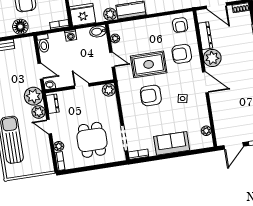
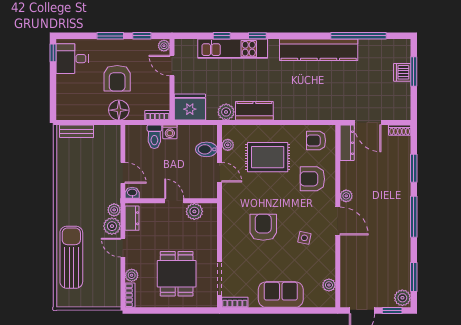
armchair: (180, 25) -> (316, 141), turned 90
floor lamp: (20, 27) -> (119, 110), moved
bidet: (98, 31) -> (206, 149), moved
dresser: (205, 36) -> (347, 143), moved
toilet: (43, 43) -> (154, 137), moved
plant: (212, 58) -> (346, 196), width x0.53, depth x0.53
rug: (149, 64) -> (268, 157), moved
plant: (109, 90) -> (194, 211), moved
armchair: (151, 95) -> (263, 227), turned 90
plant: (33, 96) -> (114, 210), width x0.53, depth x0.53

